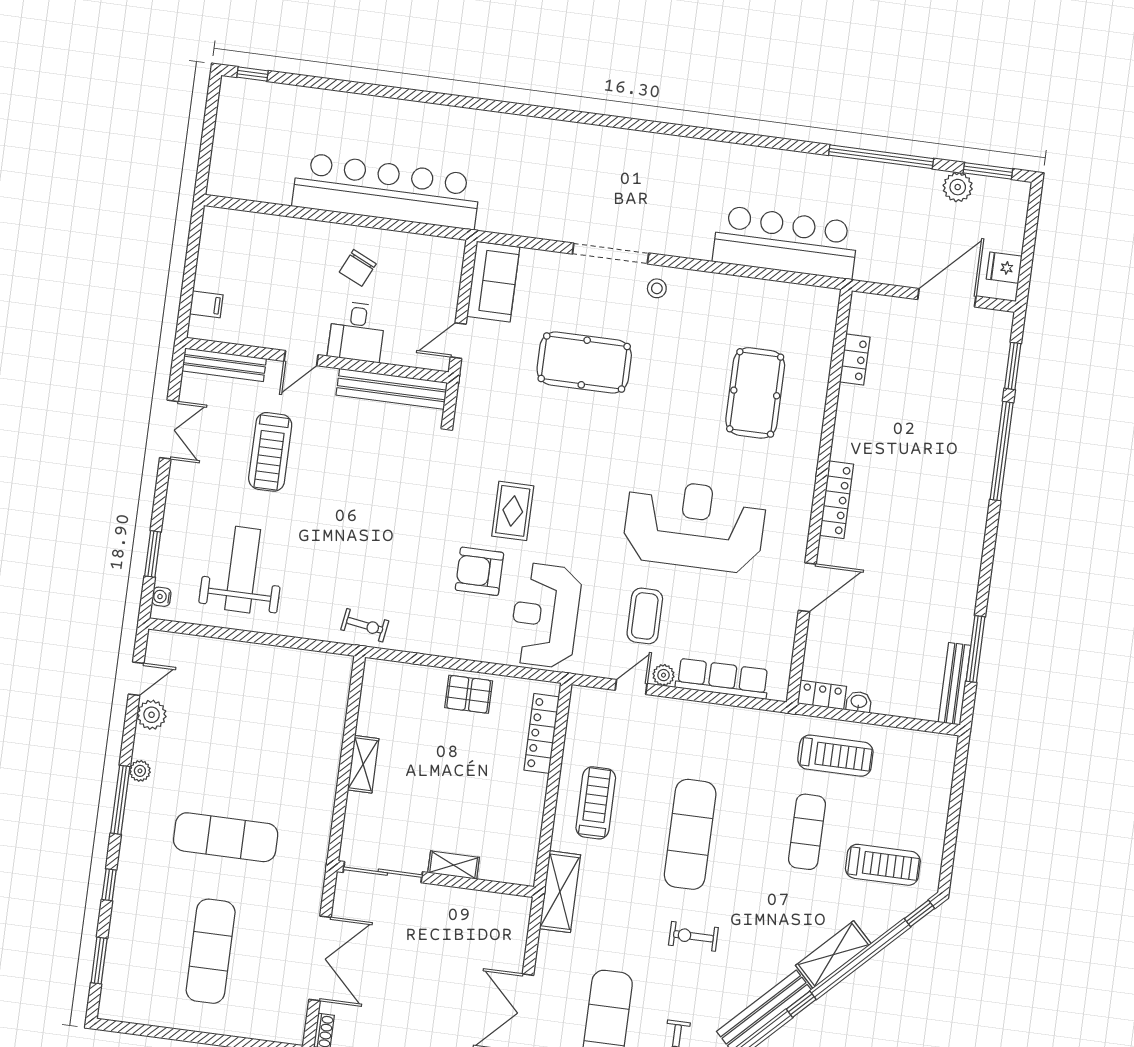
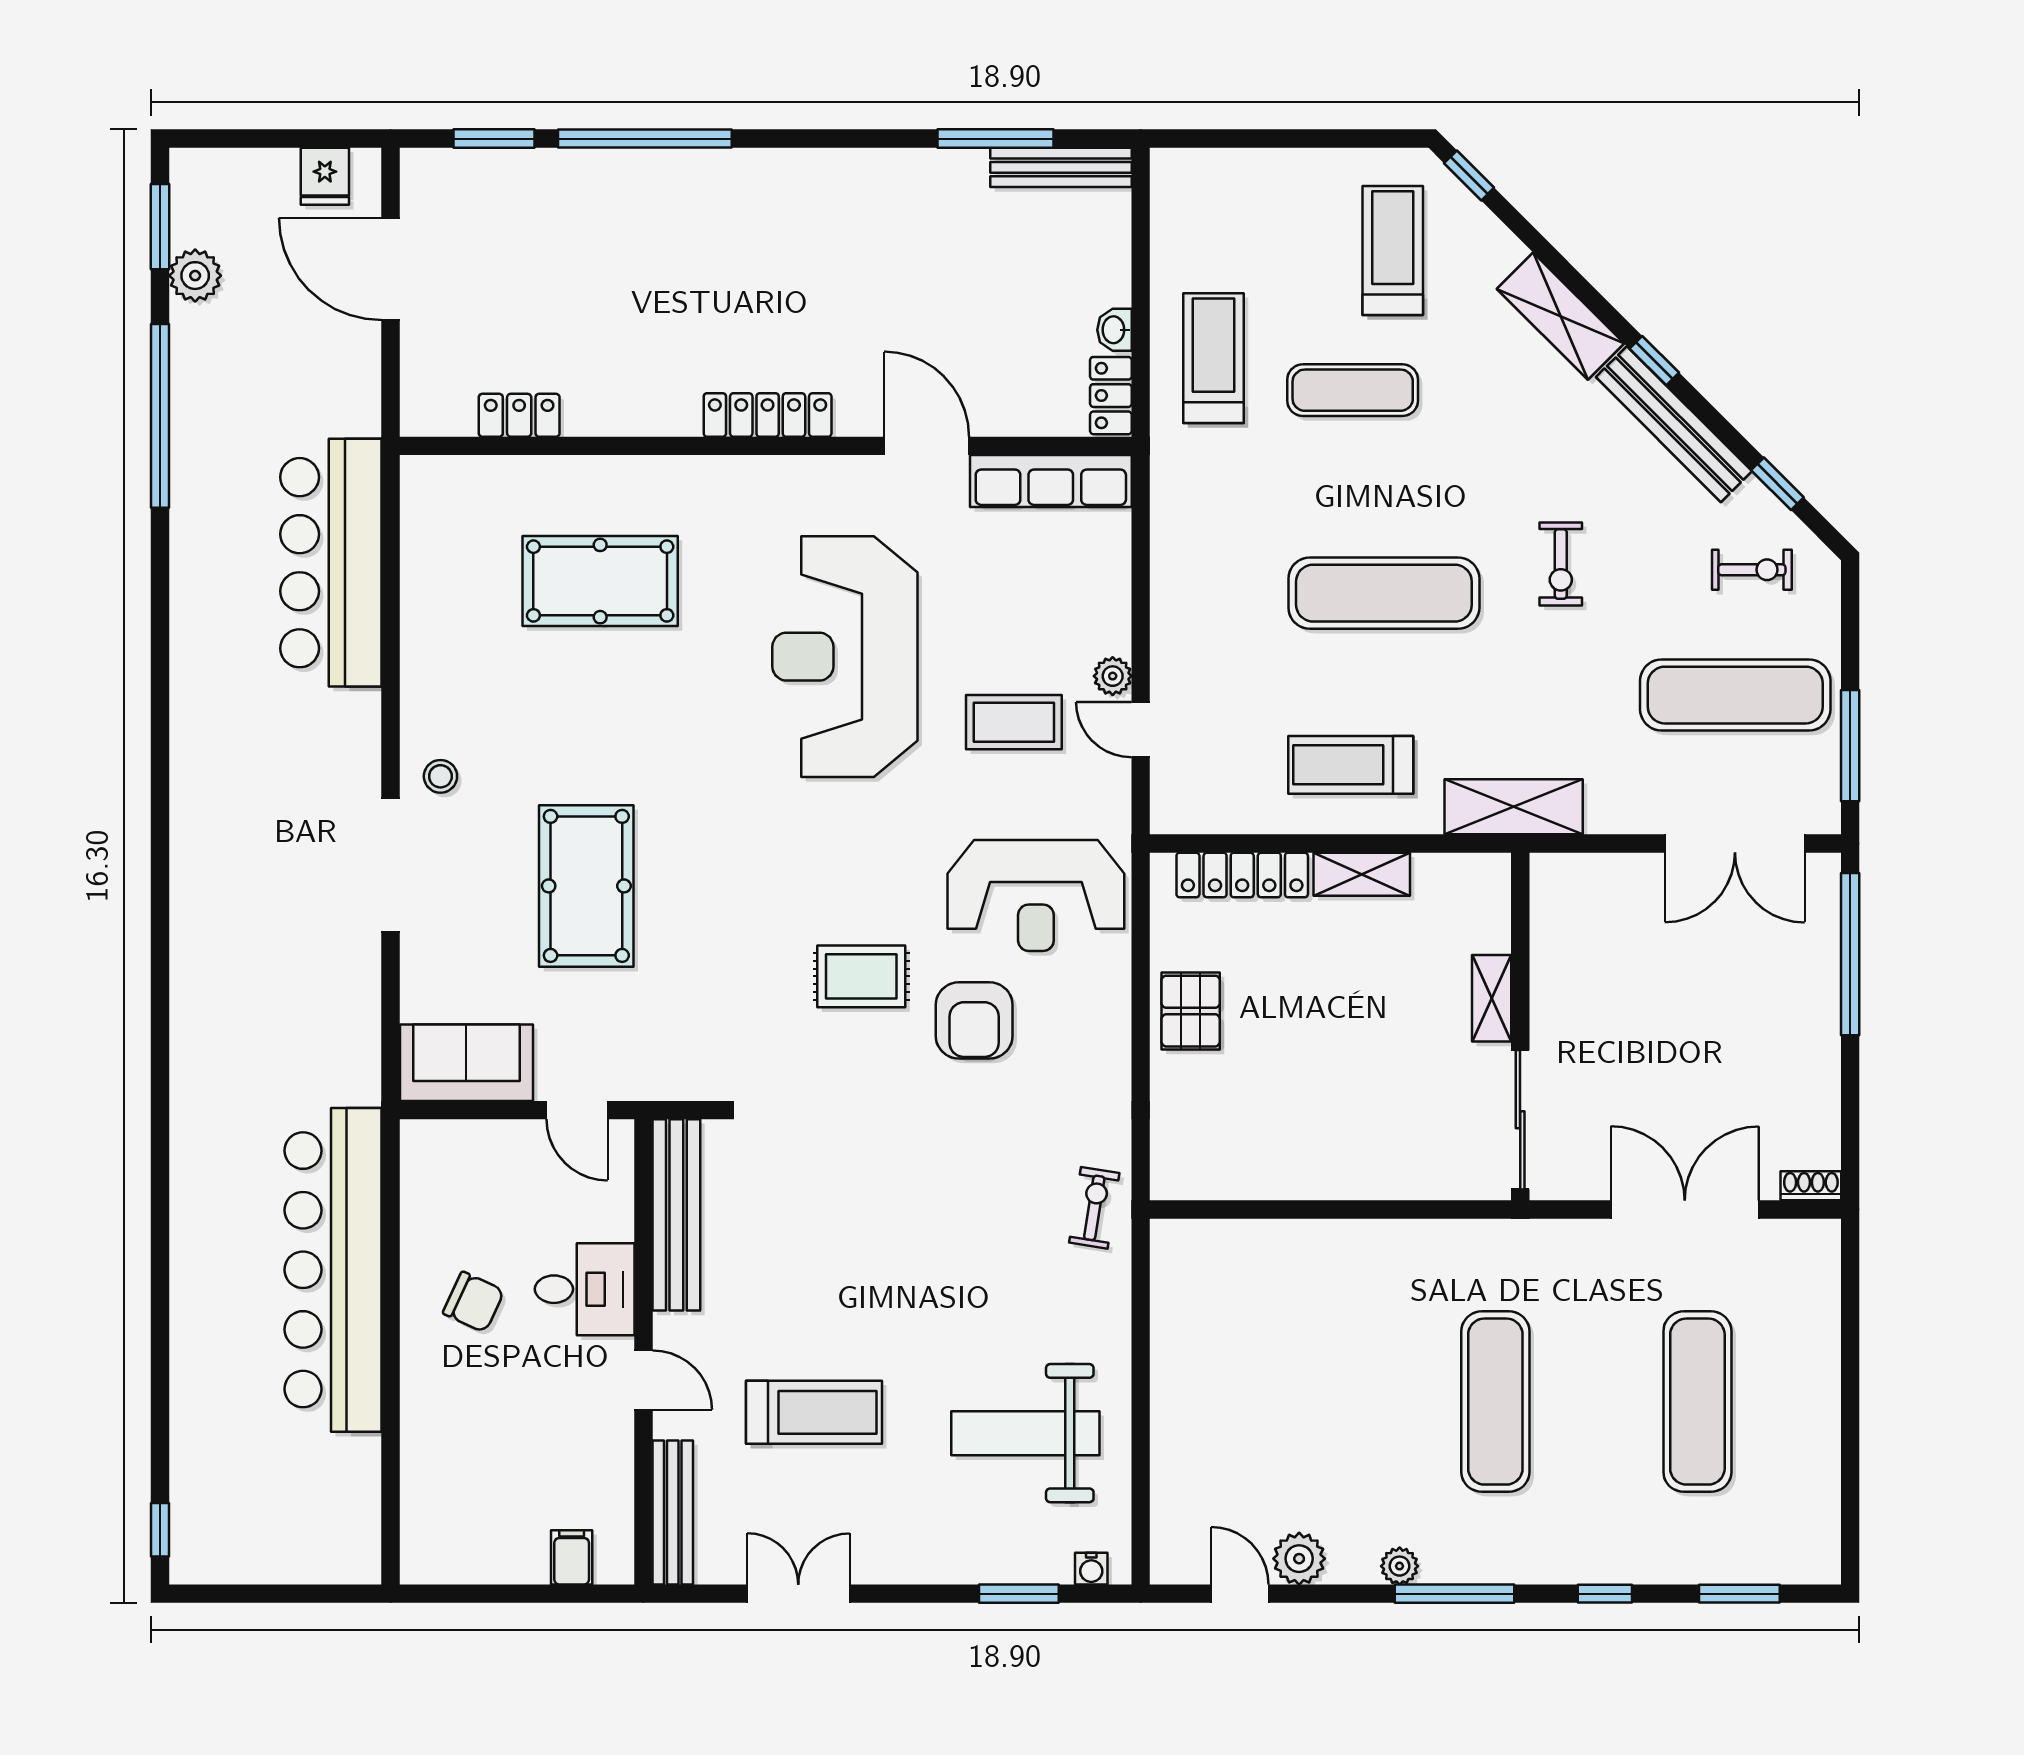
row of seats: (722, 679) -> (1051, 481), moved, turned -90
shelving: (363, 764) -> (1362, 874), moved
exercise mat: (211, 951) -> (1697, 1402), turned 90

